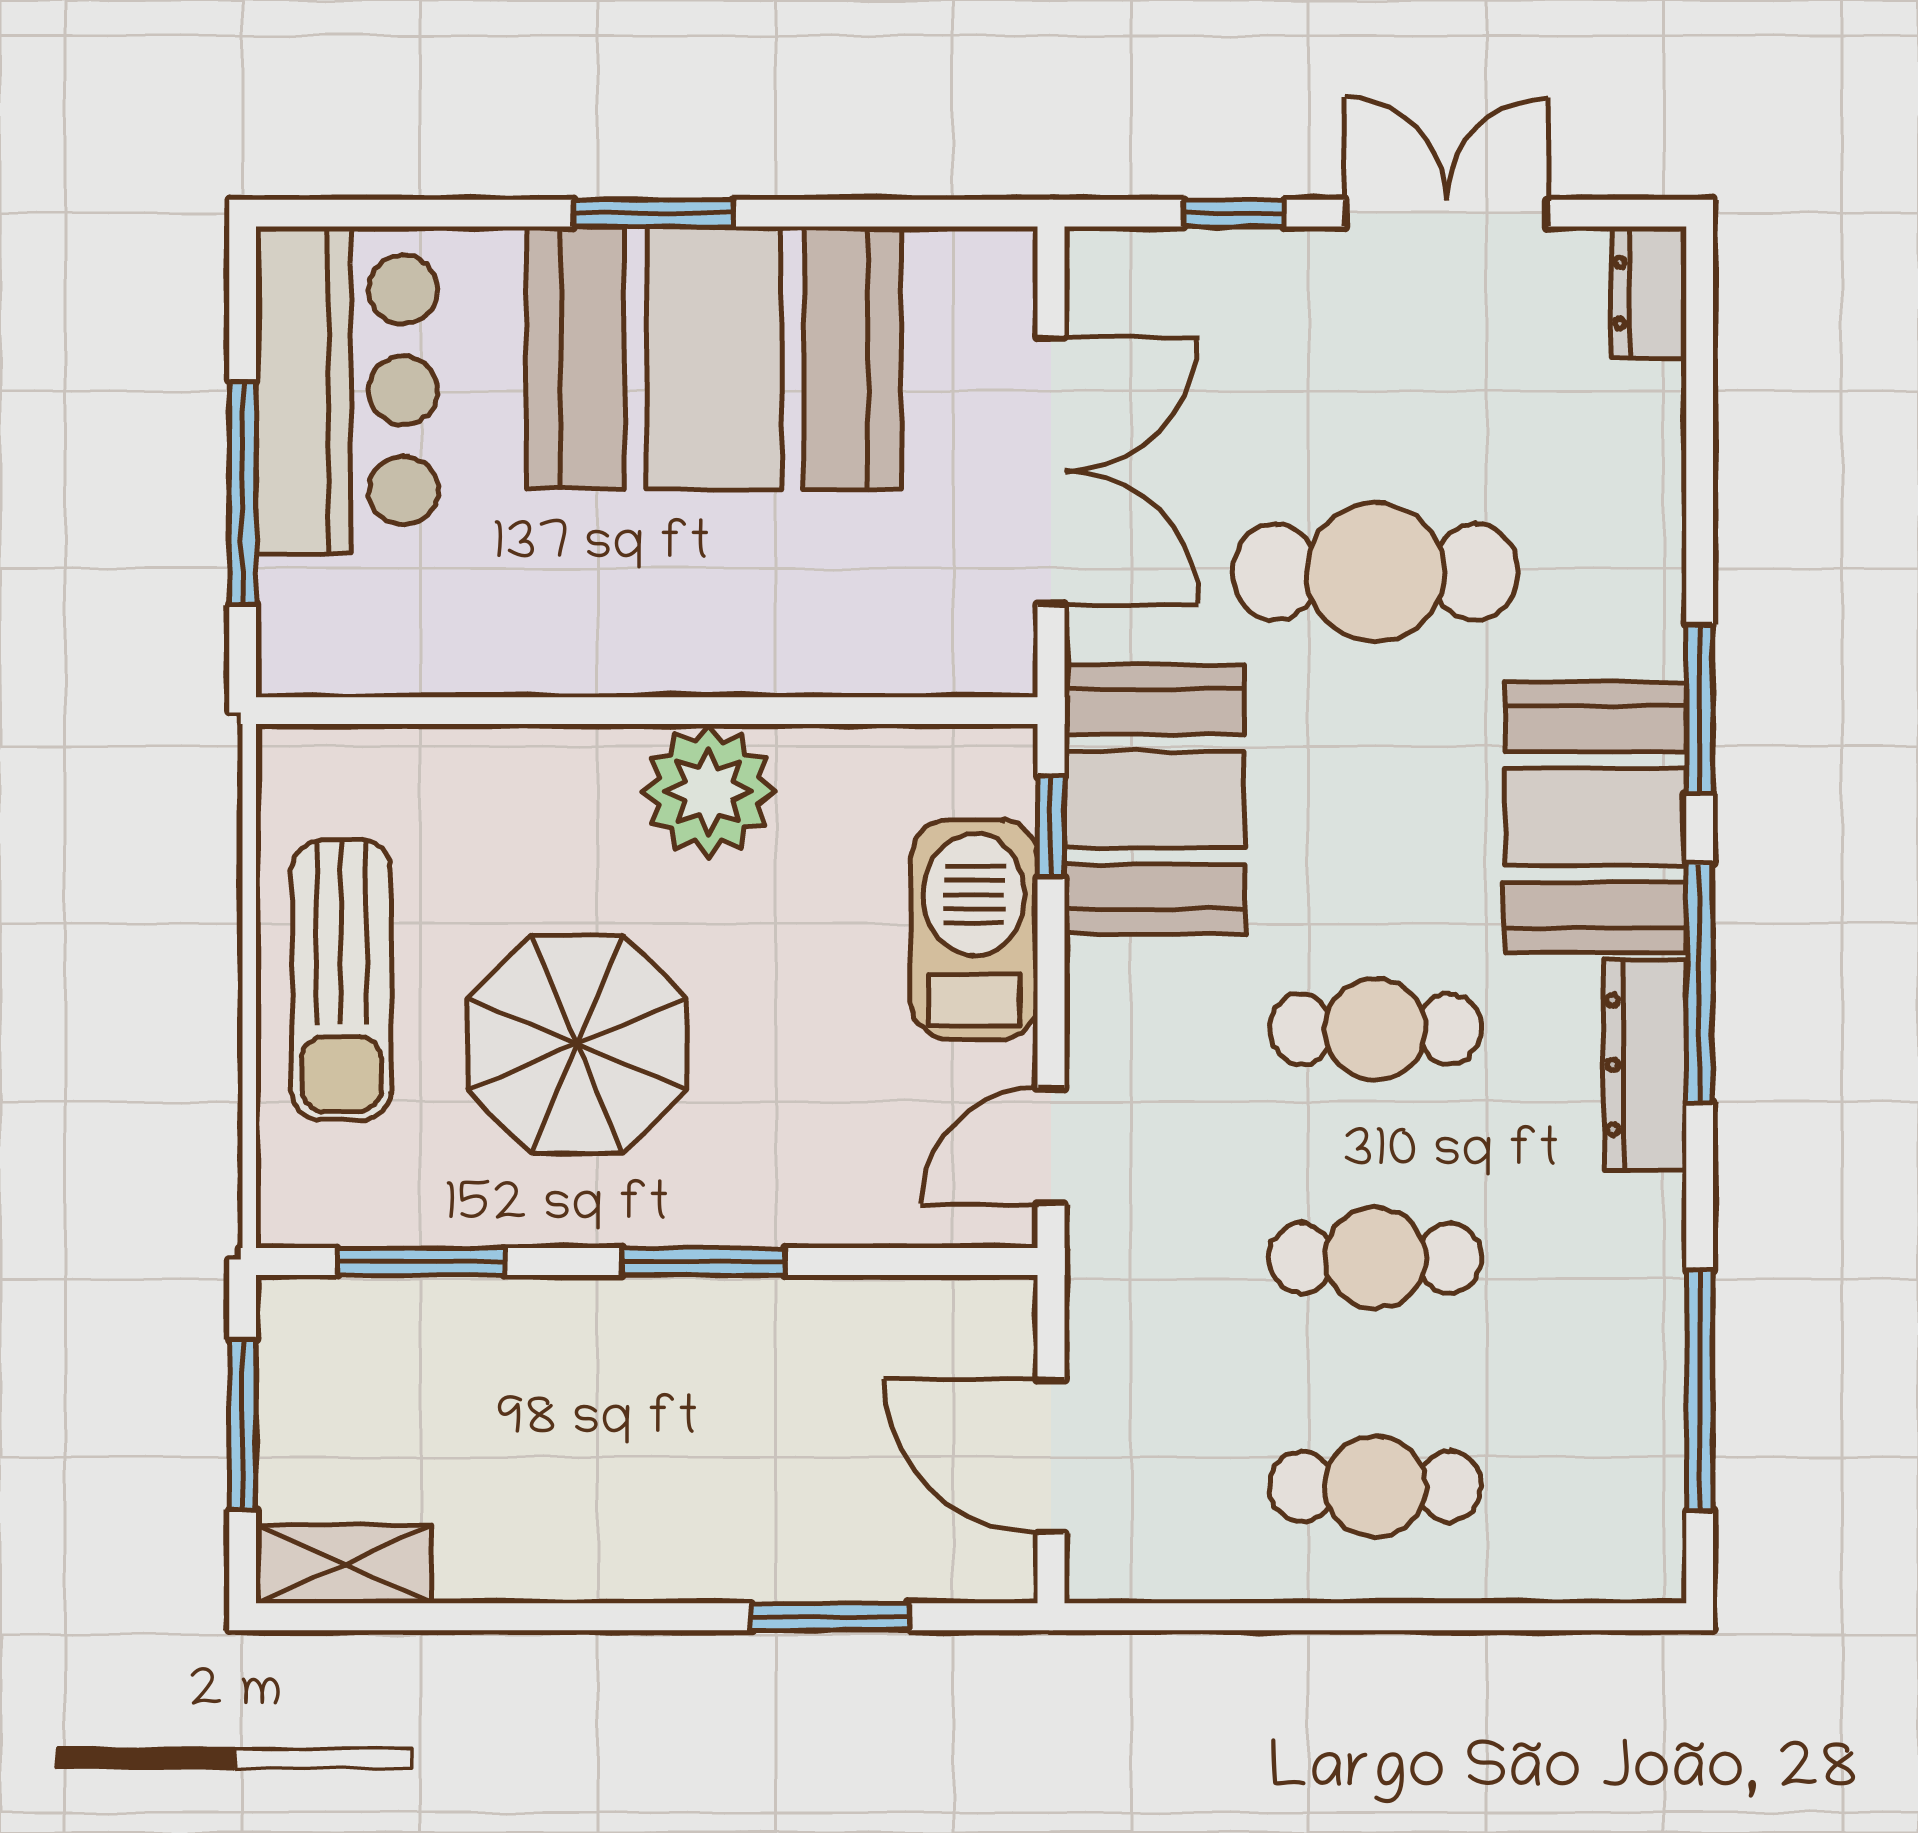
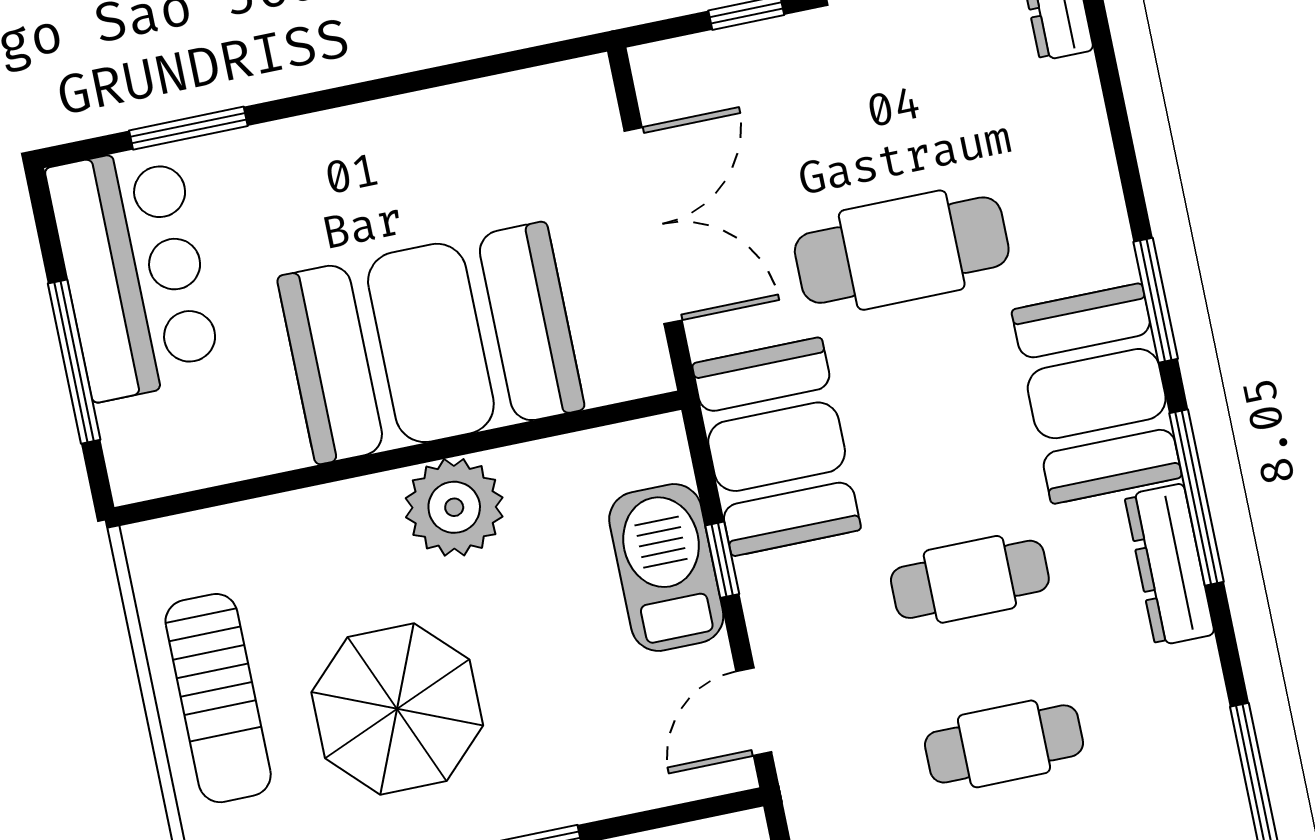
window: (653, 213) -> (188, 128), moved
booth: (714, 358) -> (431, 343), moved
window: (1051, 827) -> (722, 560), moved

